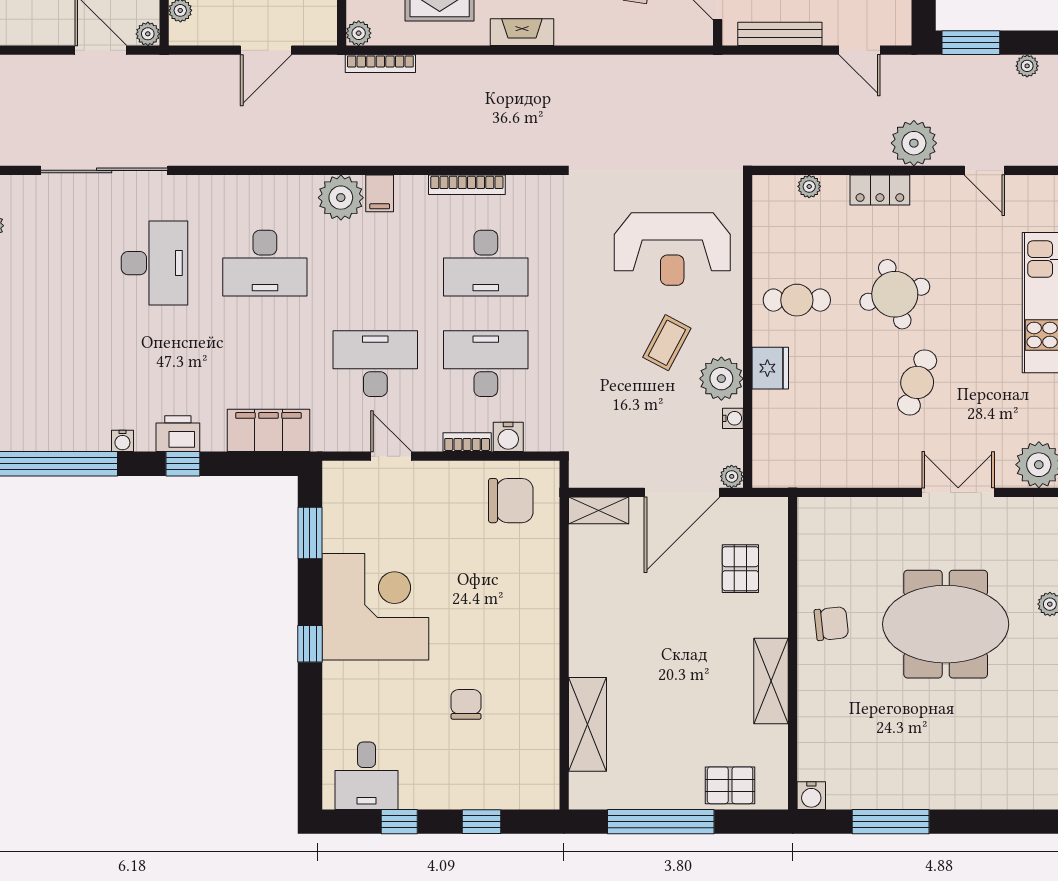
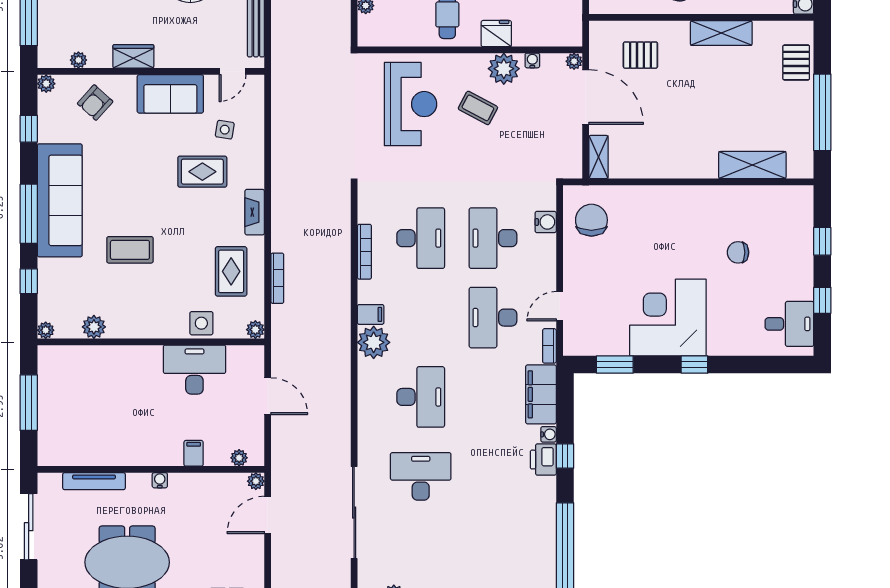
bookcase: (380, 64) -> (277, 278), moved
water cooler: (122, 441) -> (549, 434), moved
bookcase: (467, 442) -> (549, 346), moved

